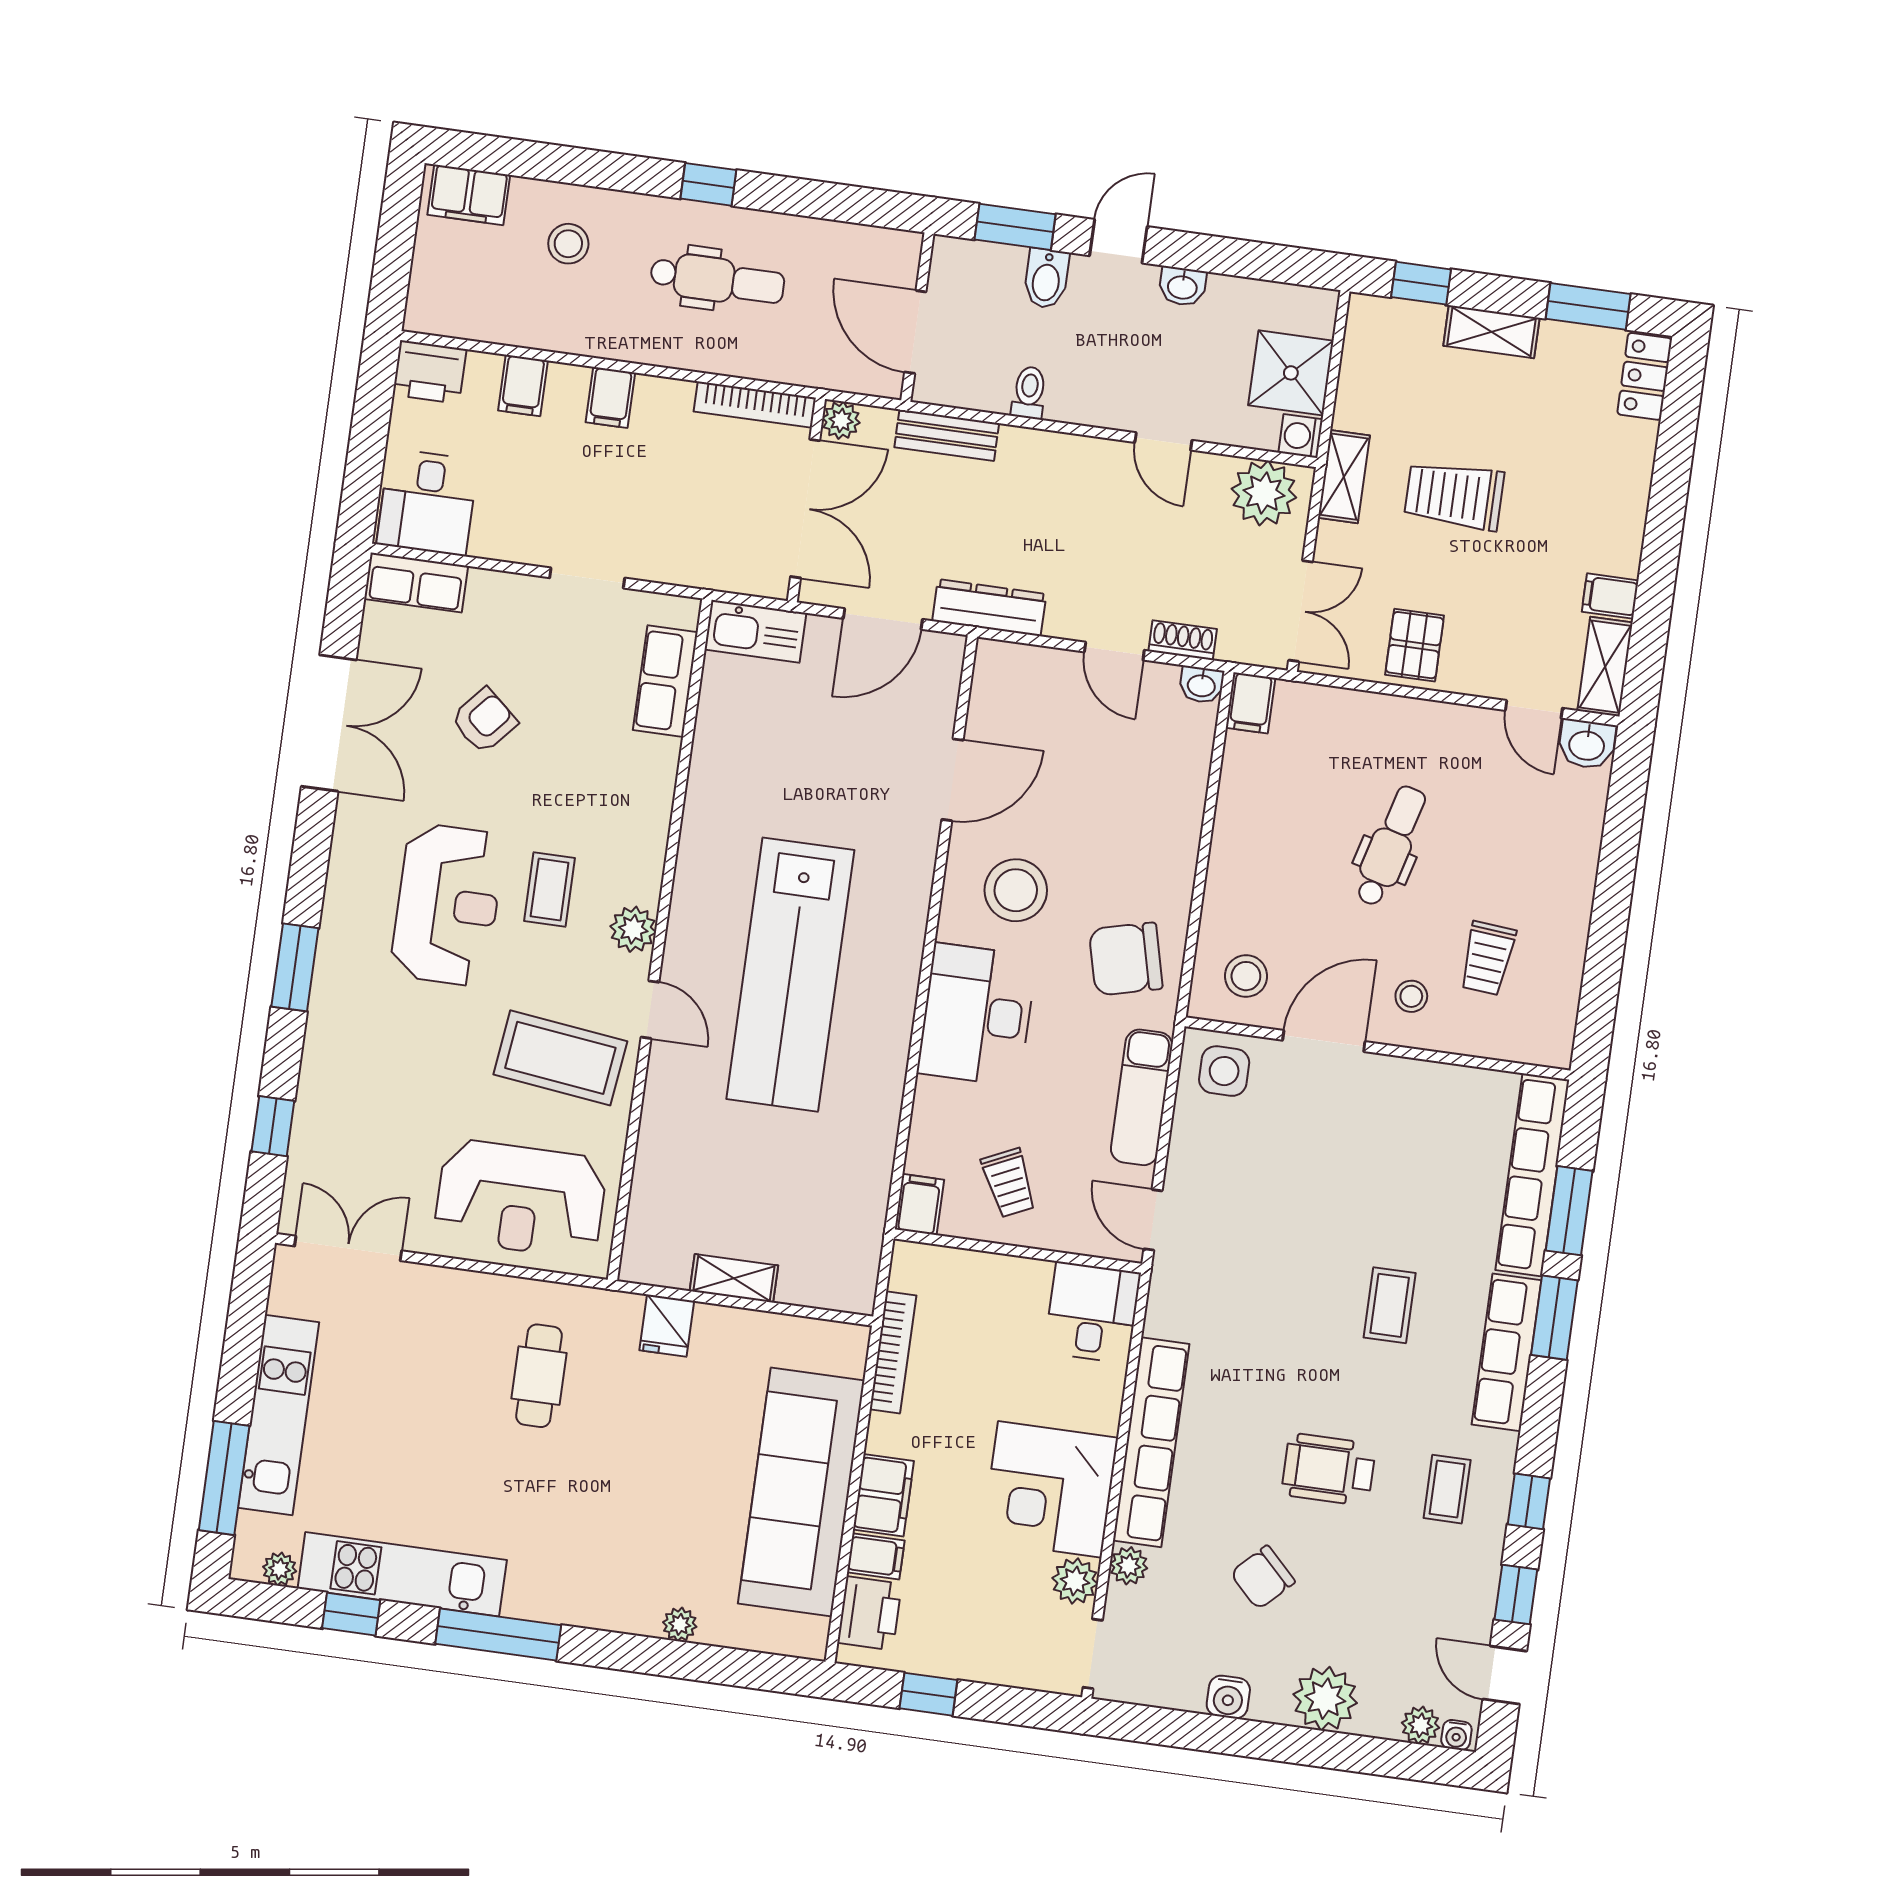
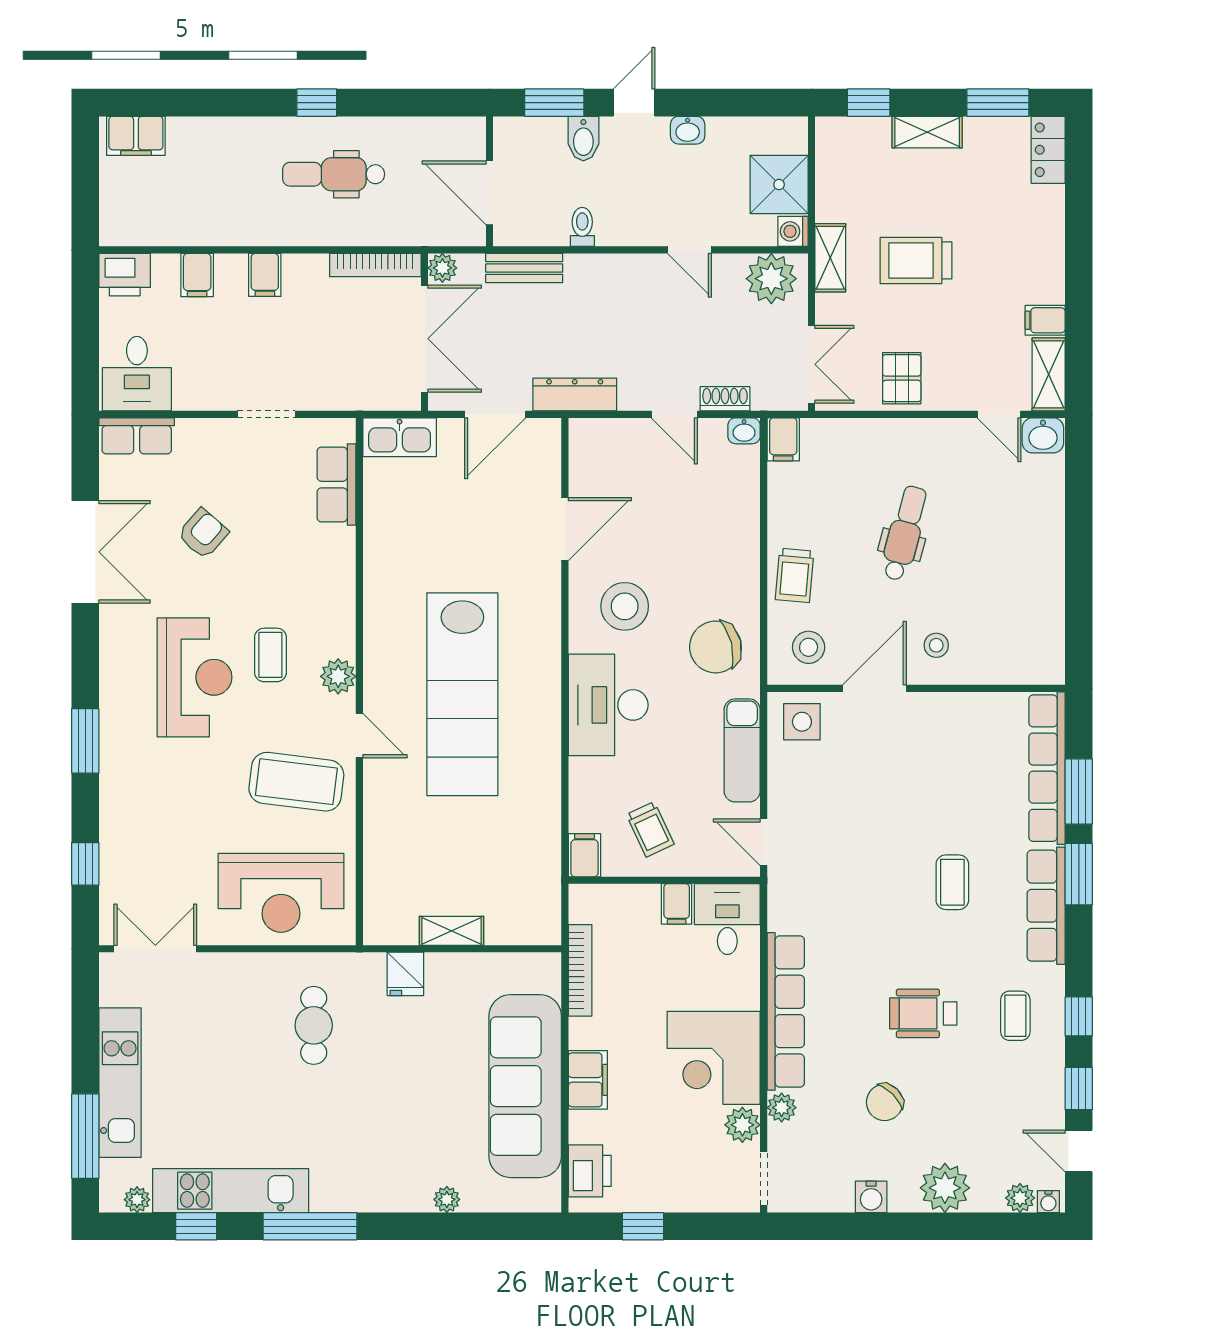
stool: (568, 244) -> (217, 162), removed
dental chair: (717, 280) -> (334, 174), turned 180
trolley: (1488, 958) -> (795, 575), moved
filing cabinet: (876, 1556) -> (677, 904), moved, turned 90

